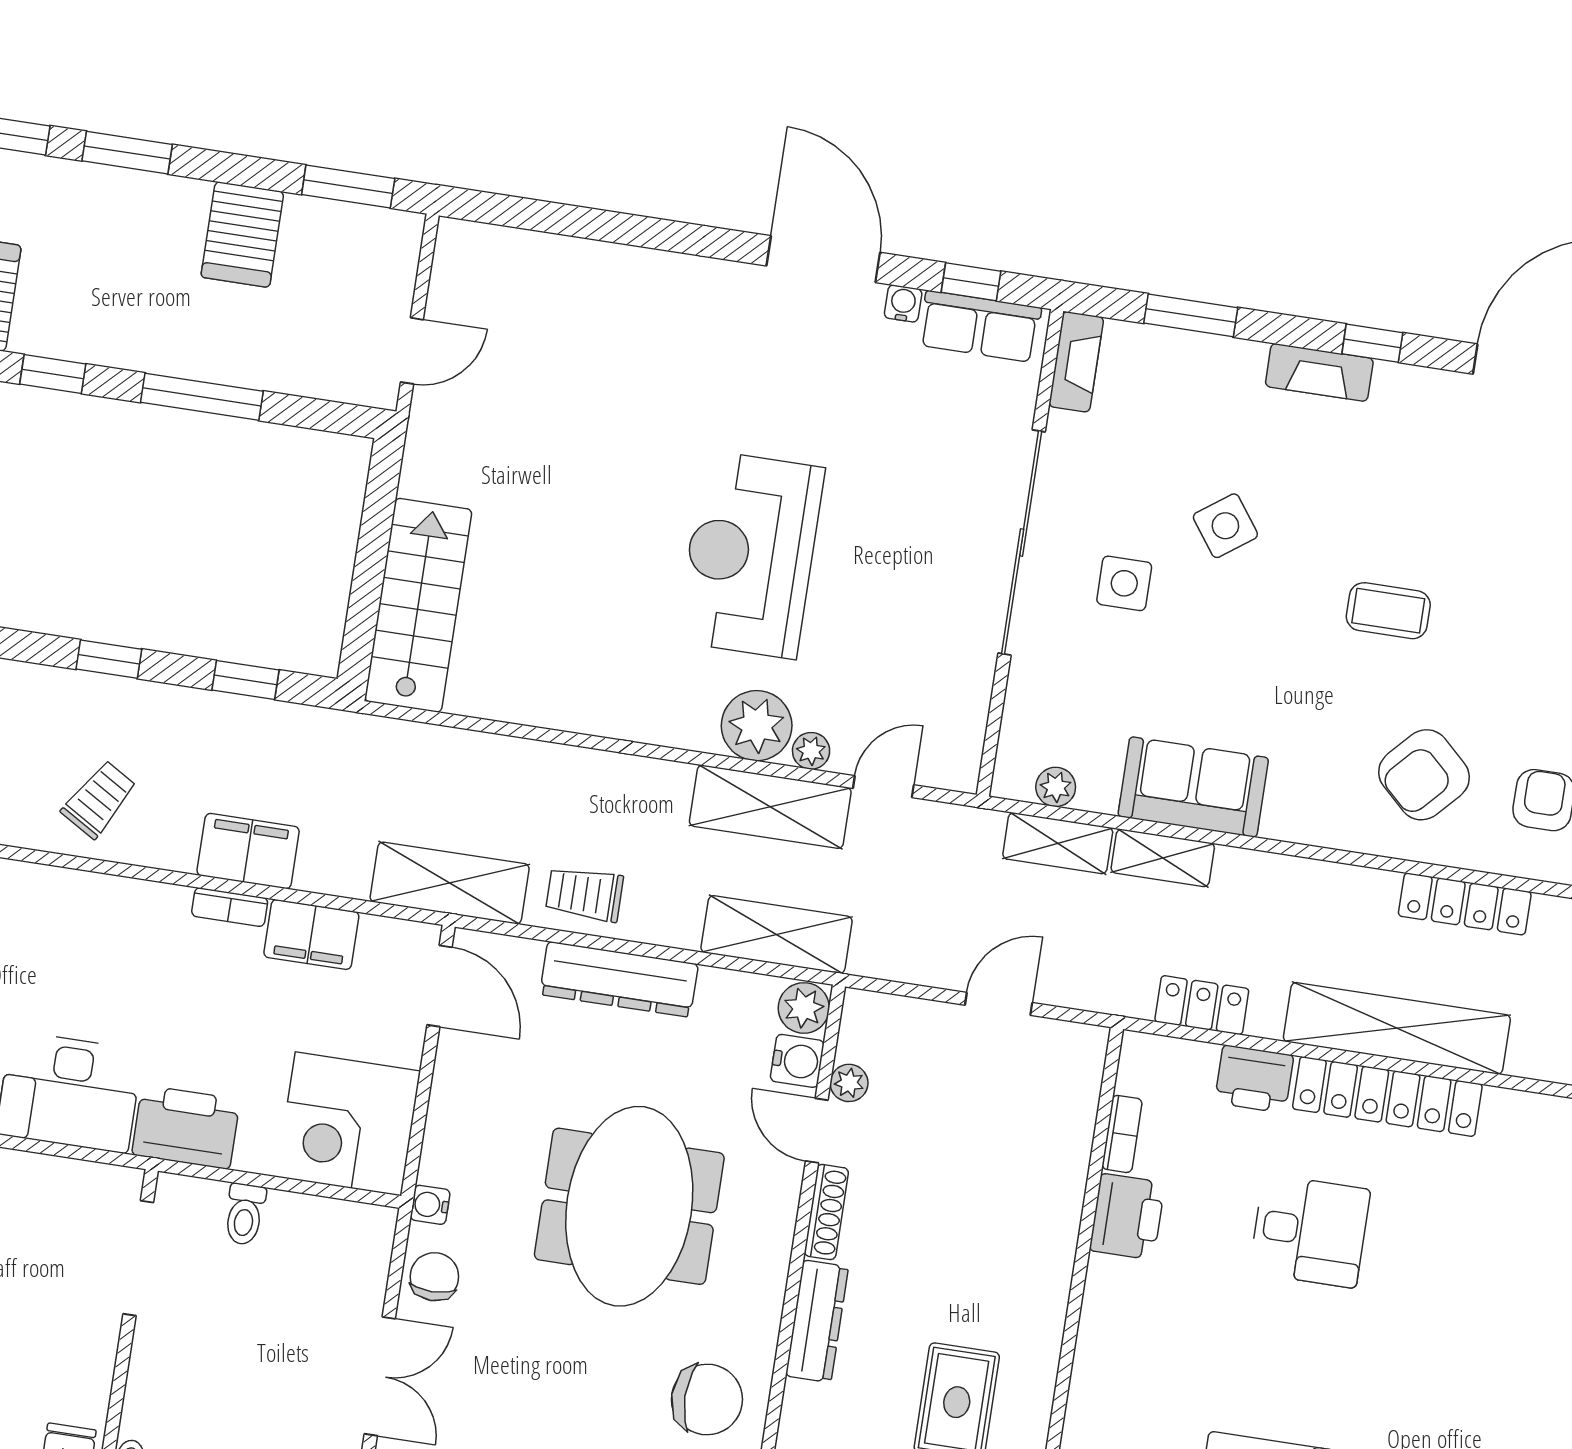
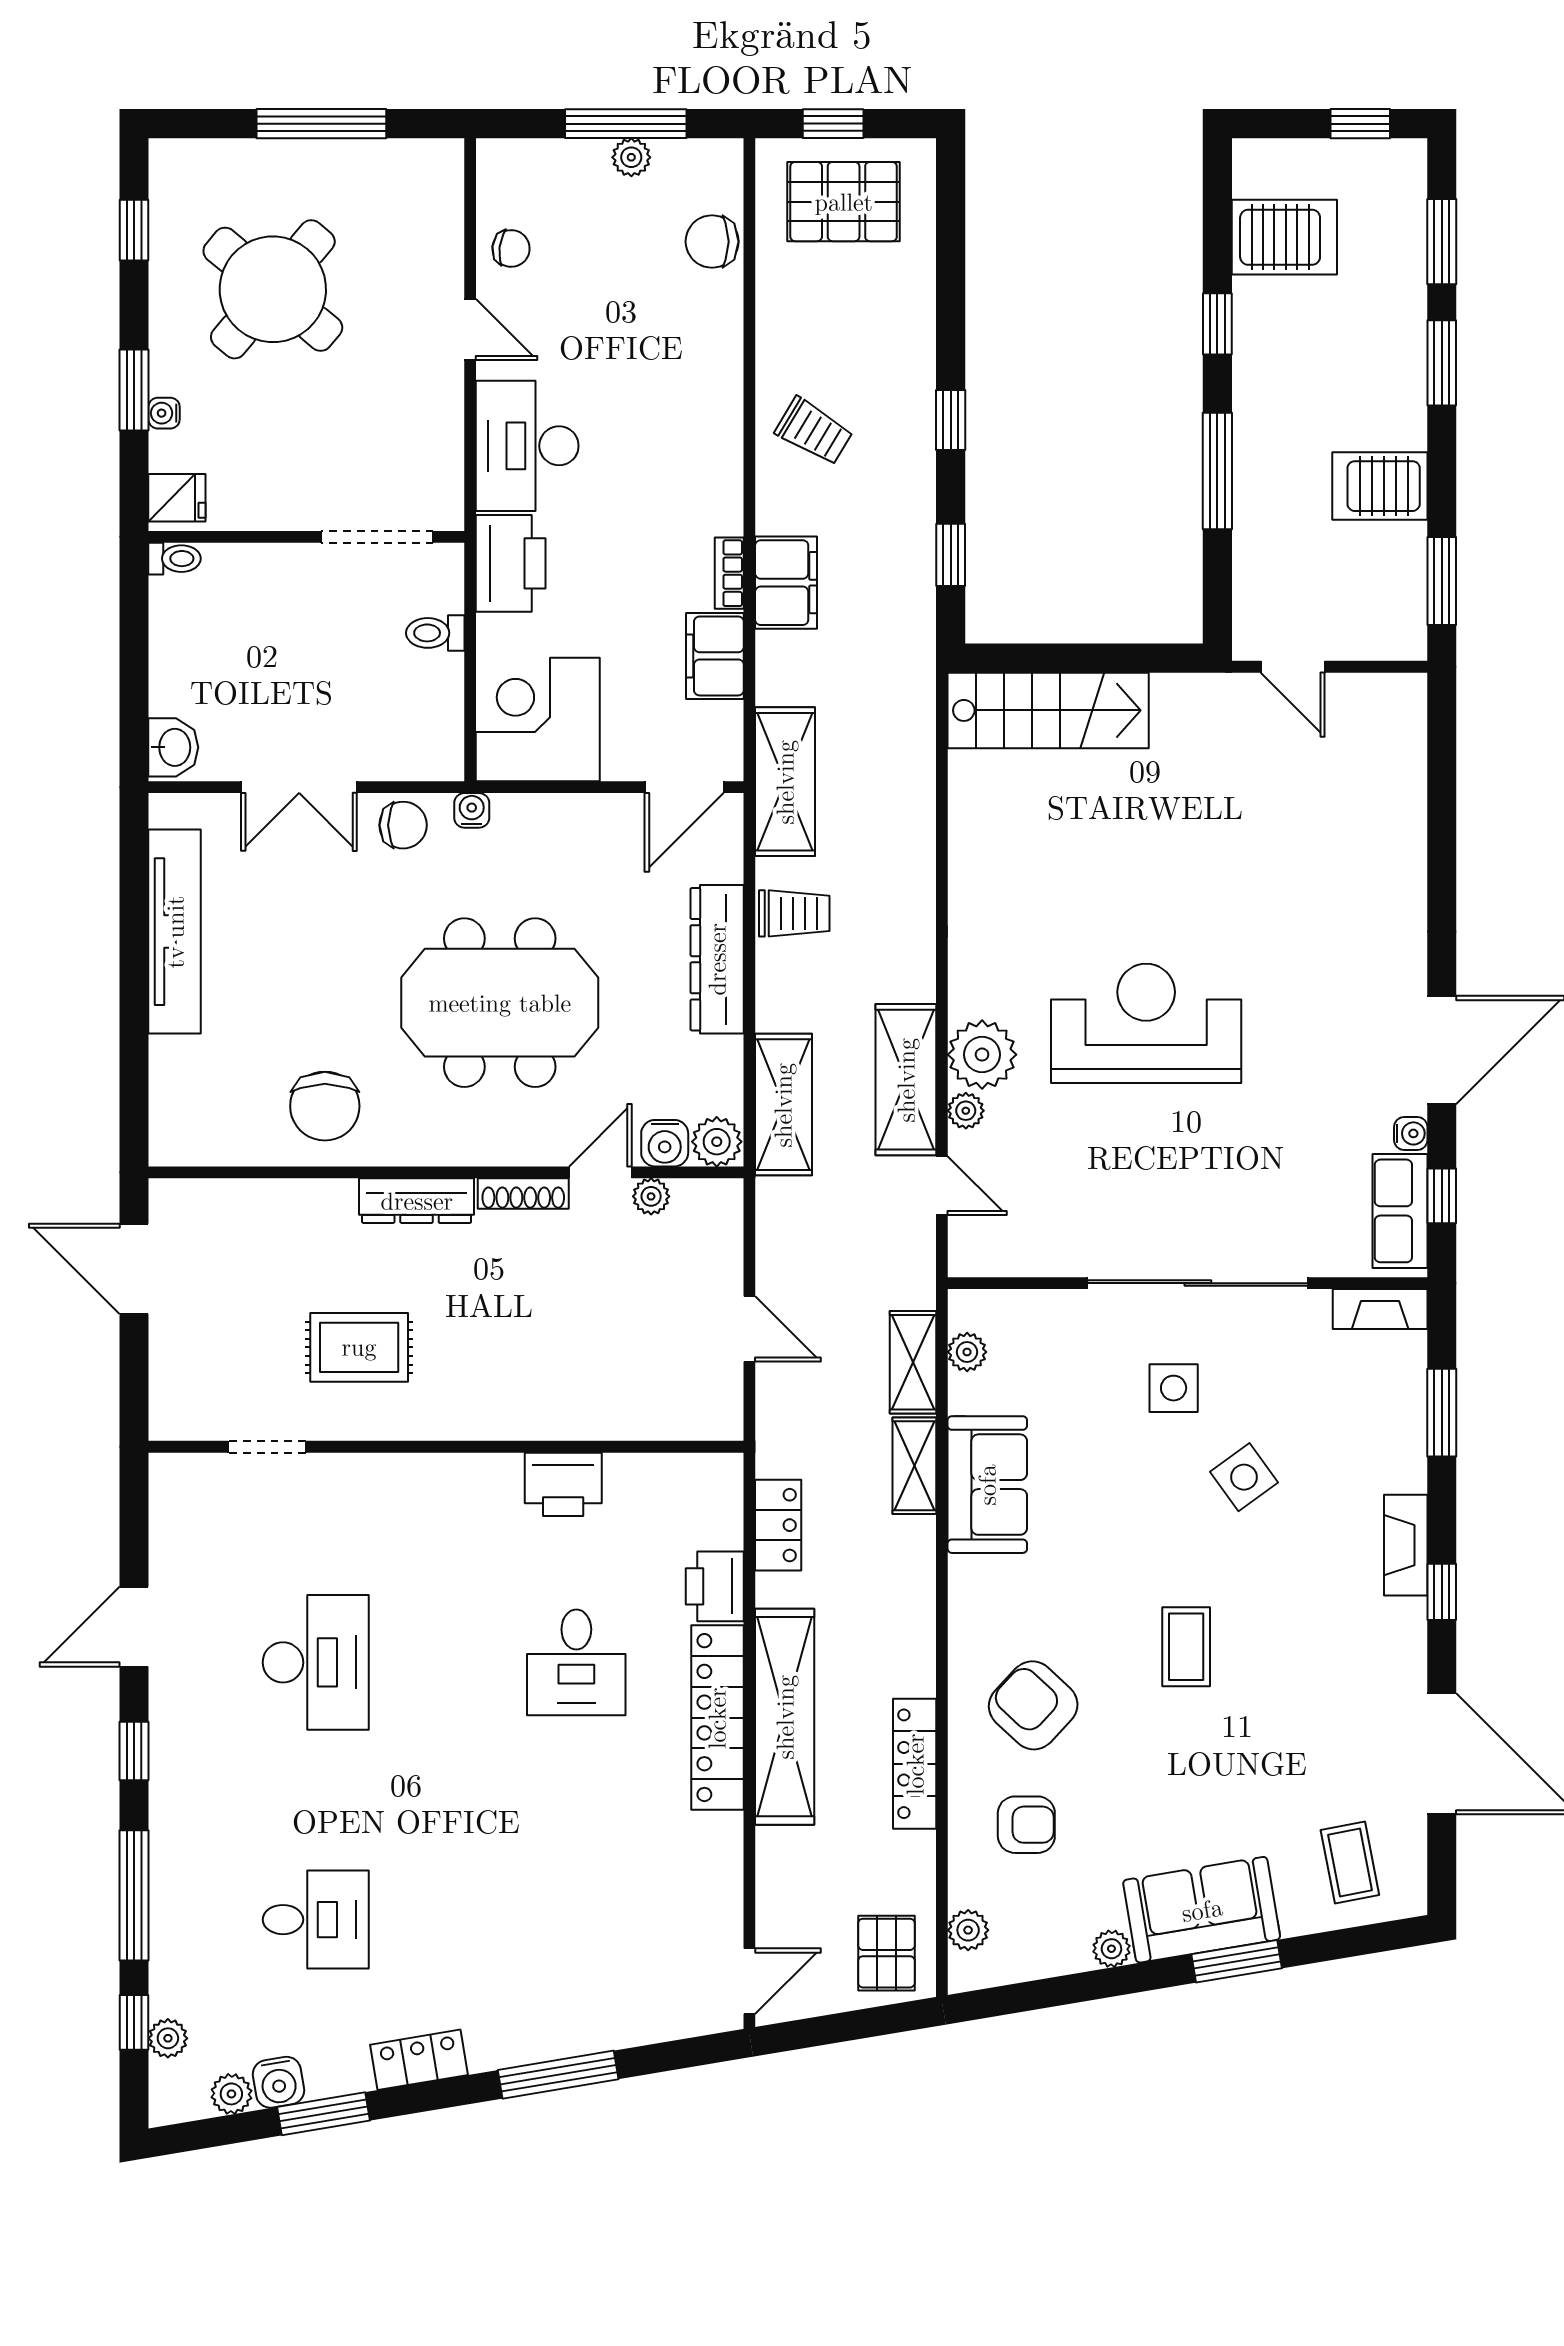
trolley: (584, 894) -> (794, 913), turned 90
bookcase: (1122, 1134) -> (642, 1467), removed

